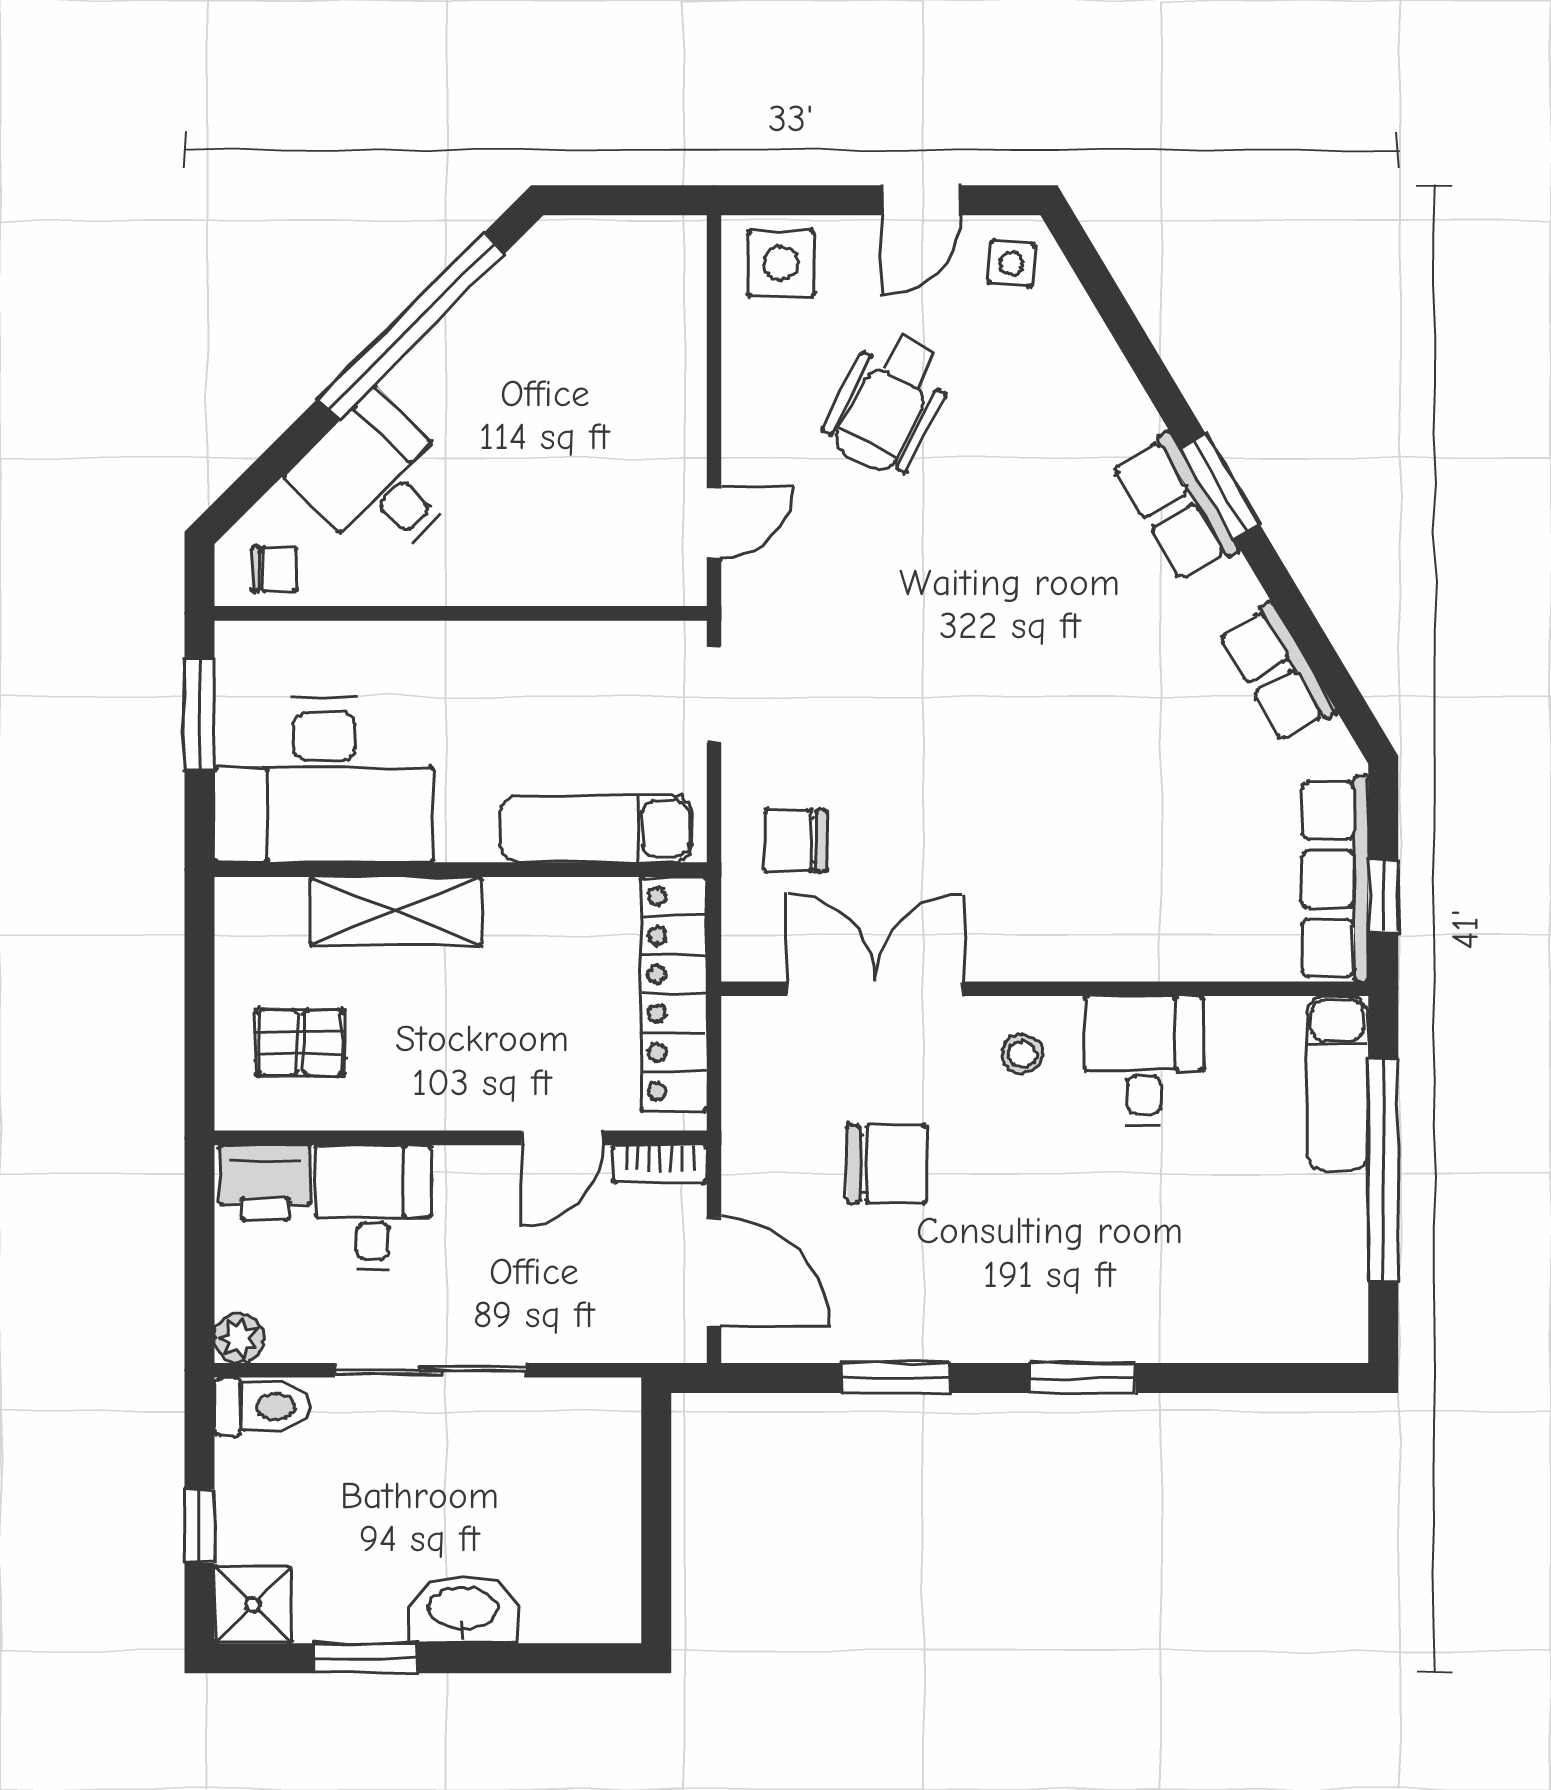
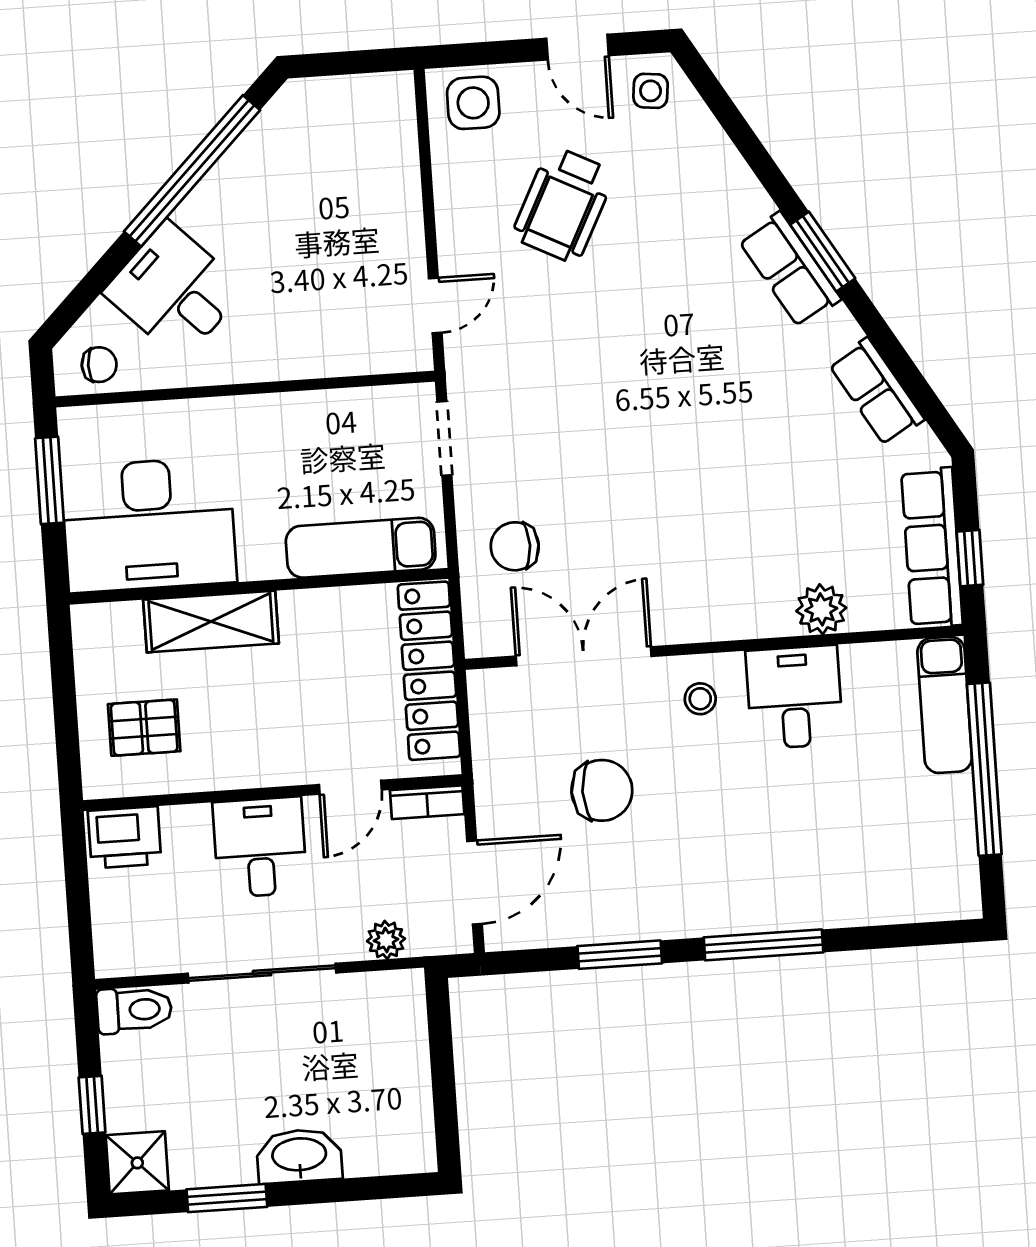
door: (921, 200) -> (578, 47), hinge flipped
plant: (1187, 949) -> (821, 609), added
desk: (373, 1207) -> (260, 847), moved
door: (714, 1272) -> (475, 883), hinge flipped
plant: (239, 1338) -> (386, 940), moved
window: (1082, 1378) -> (763, 945), width x1.44

